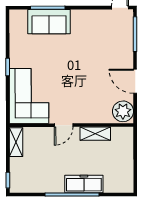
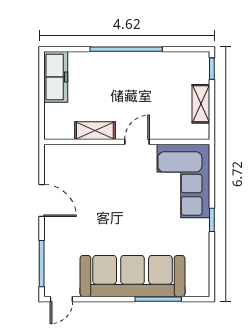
sofa: (49, 22) -> (133, 276), width x1.85, depth x1.27
plant: (123, 111) -> (58, 160), removed
shelving: (16, 142) -> (201, 104), moved
freezer: (84, 184) -> (56, 77), moved, turned -90

